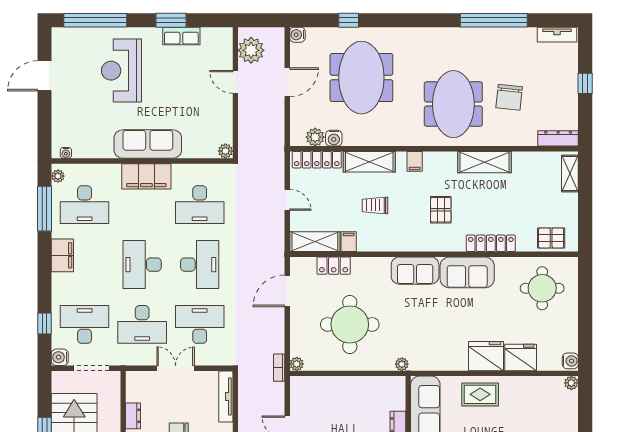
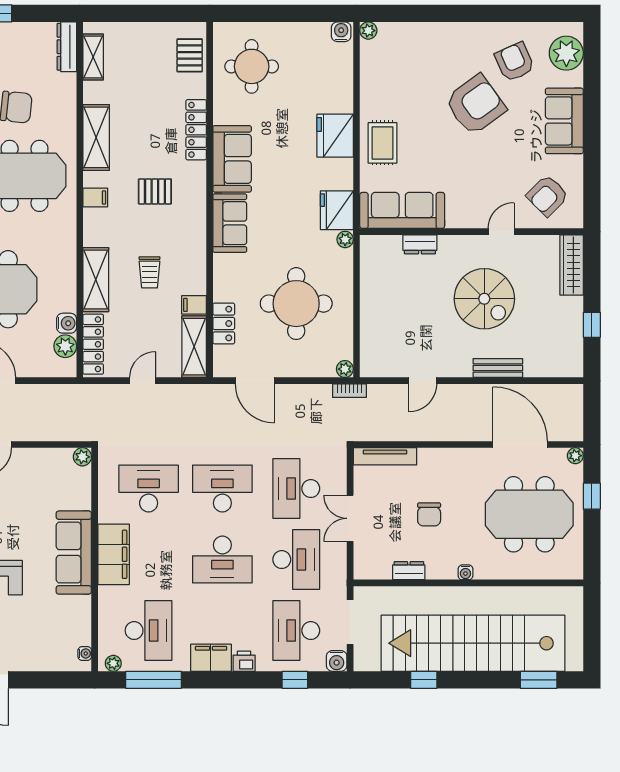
filing cabinet: (415, 161) -> (95, 198), moved
shelving: (570, 174) -> (93, 57), moved, turned 90
desk: (200, 205) -> (149, 489), turned -90
printer: (60, 282) -> (244, 661), added
fridge: (521, 357) -> (337, 210), moved

